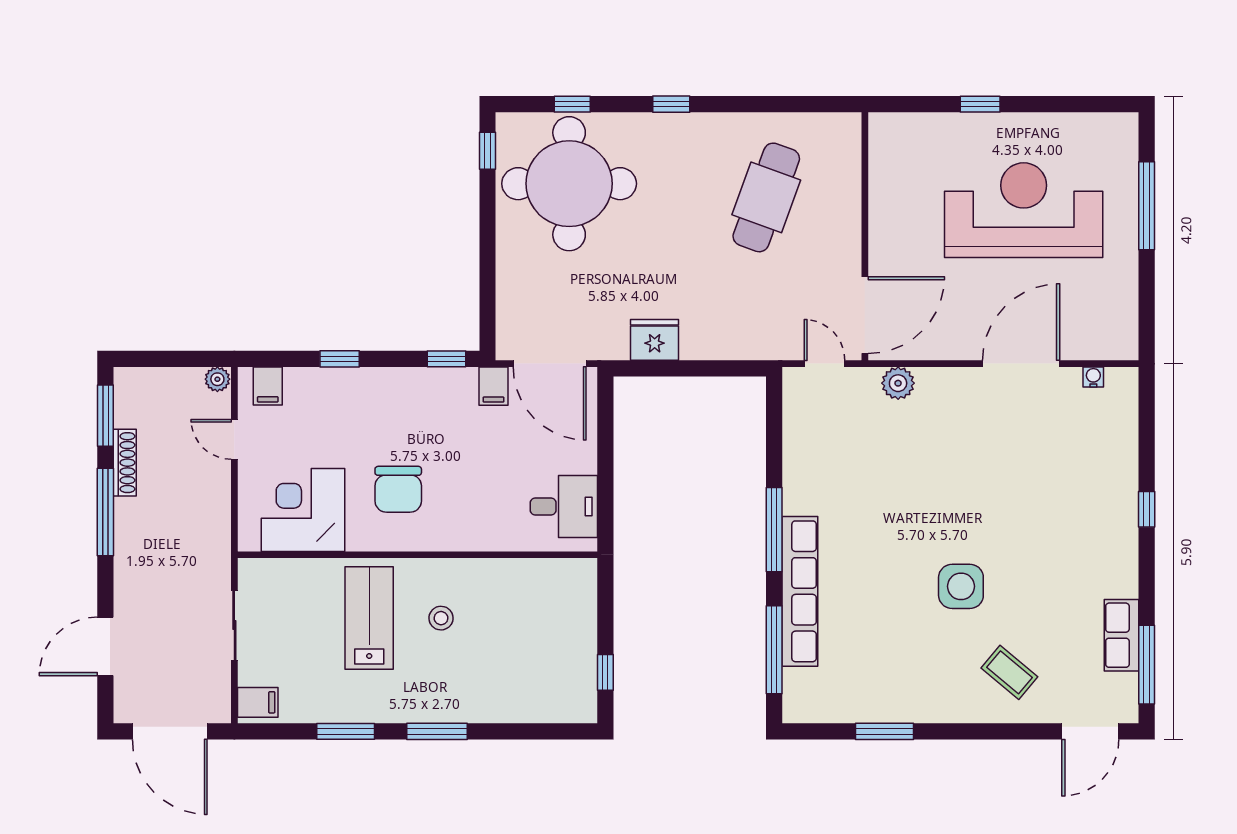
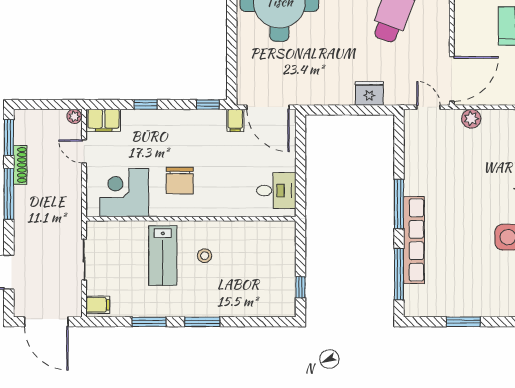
fridge: (655, 340) -> (369, 93), moved
filing cabinet: (268, 386) -> (104, 120), width x2.00
lab bench: (369, 618) -> (163, 256), turned 180

